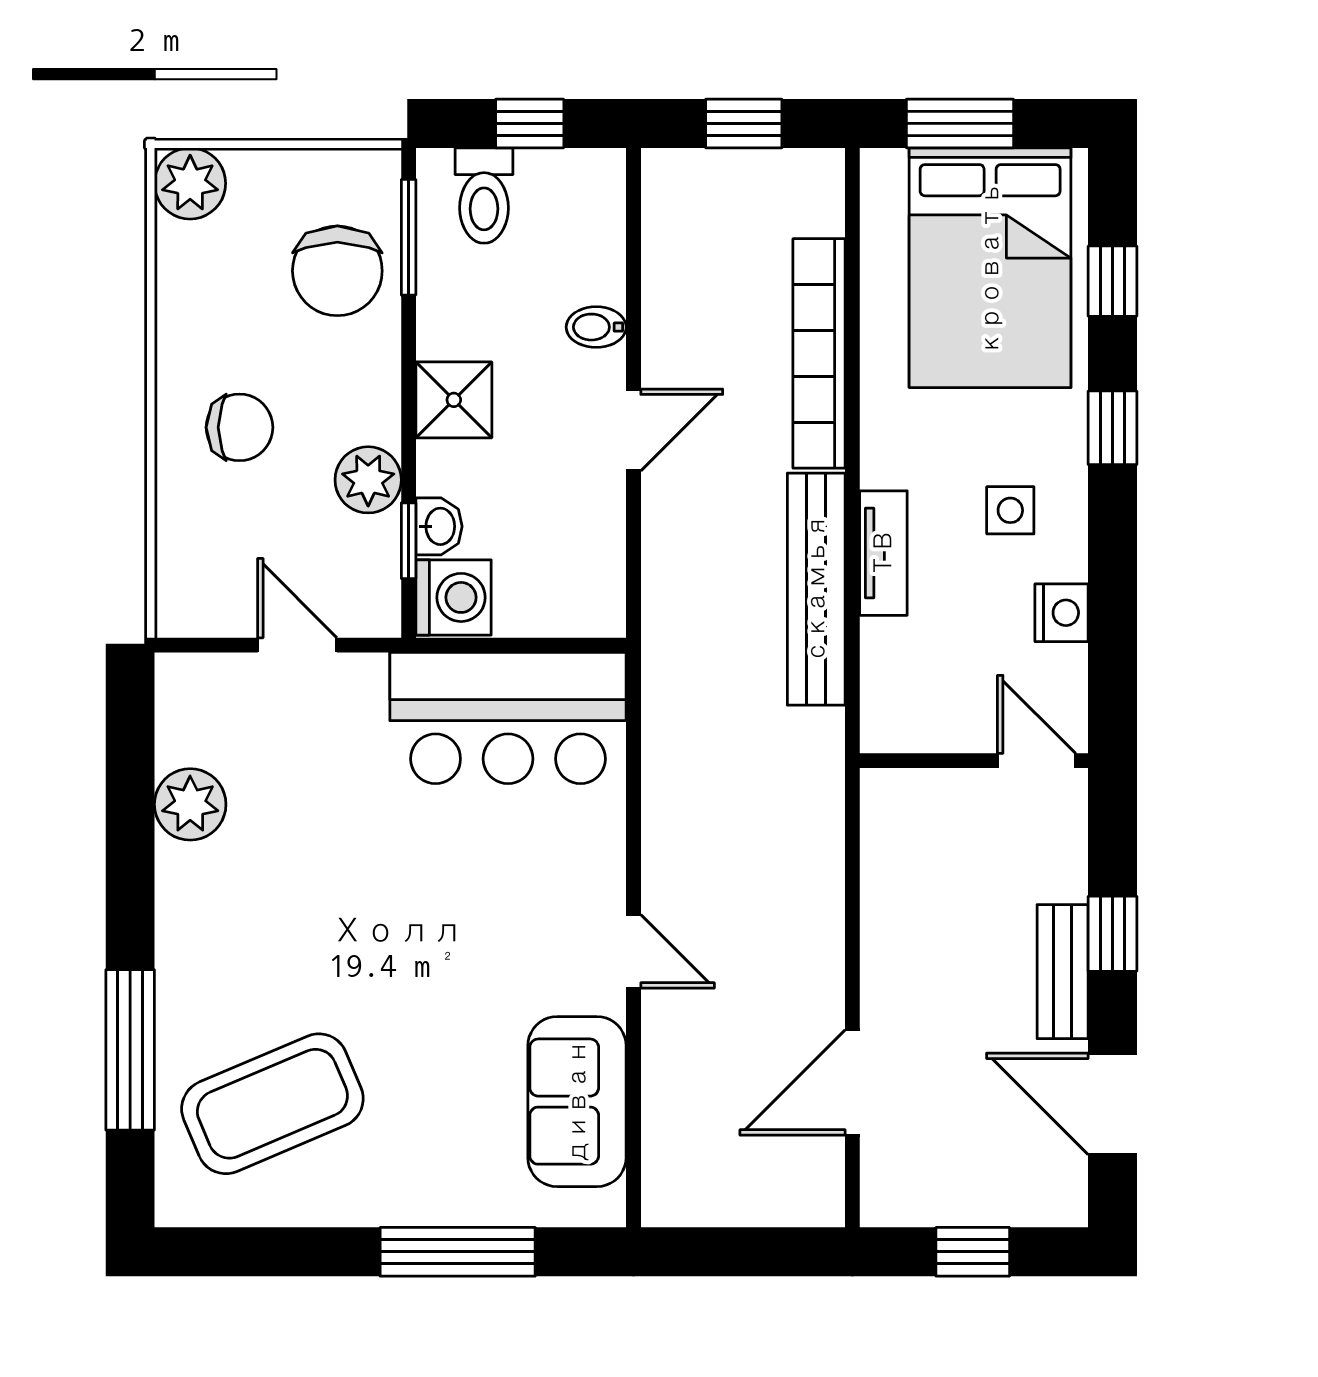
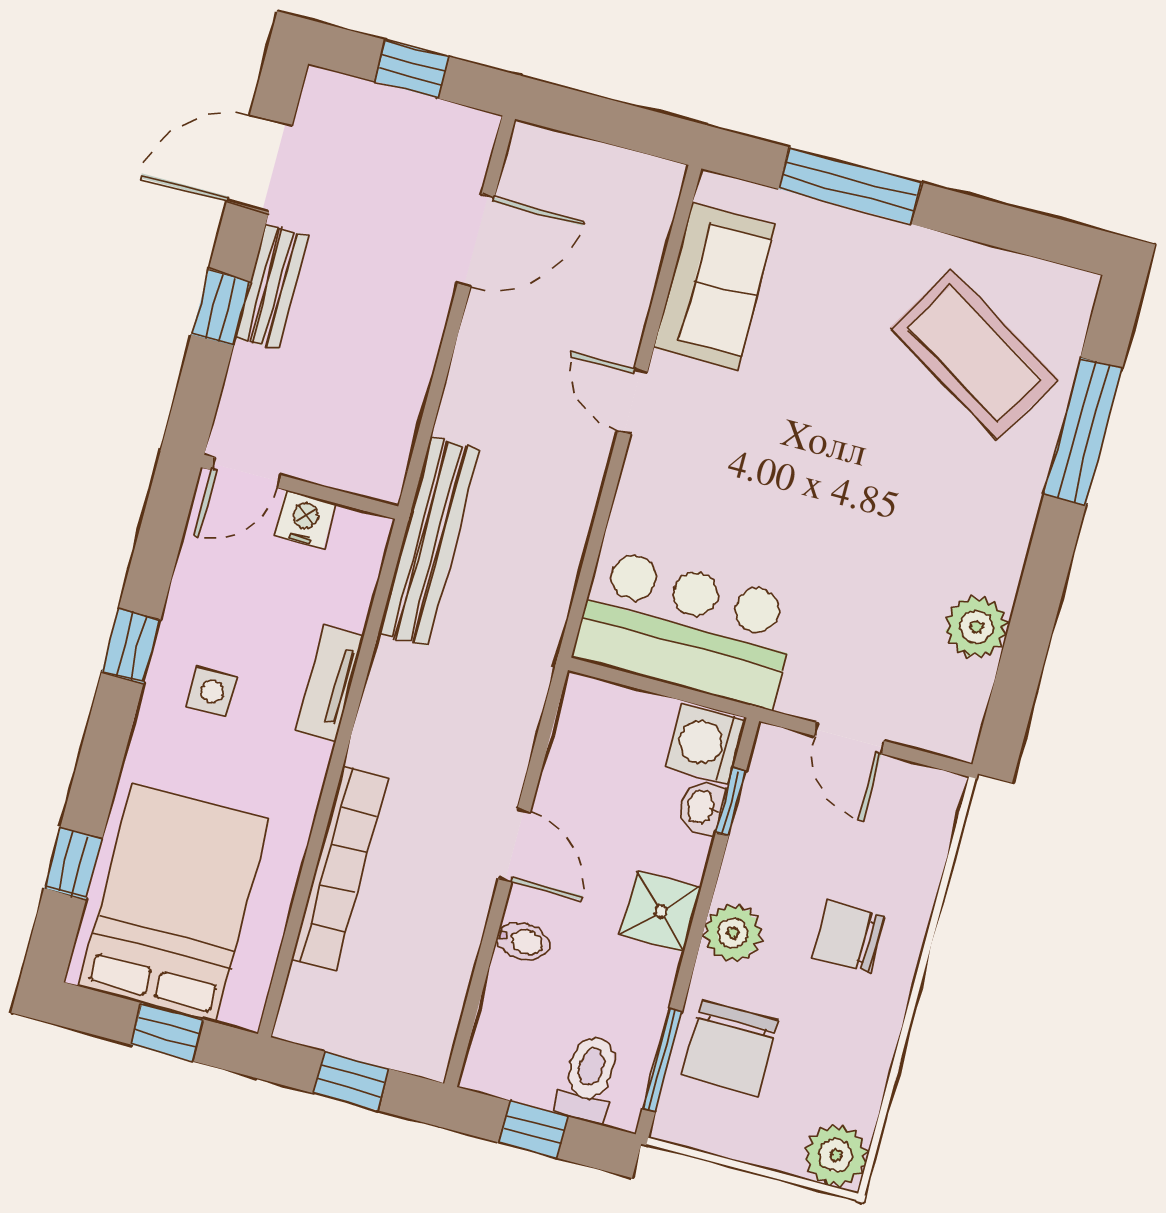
window: (960, 123) -> (167, 1032), width x0.67
chair: (337, 271) -> (730, 1048), turned 180
window: (1113, 428) -> (131, 646), moved
door: (633, 430) -> (514, 845), swing flipped
plant: (368, 480) -> (733, 933), moved
bench: (816, 589) -> (429, 542), moved
nightstand: (1062, 613) -> (305, 519), moved, turned 90
door: (1036, 761) -> (246, 473), hinge flipped
coffee table: (272, 1104) -> (974, 354), turned 54
door: (1113, 1104) -> (259, 163), swing flipped

